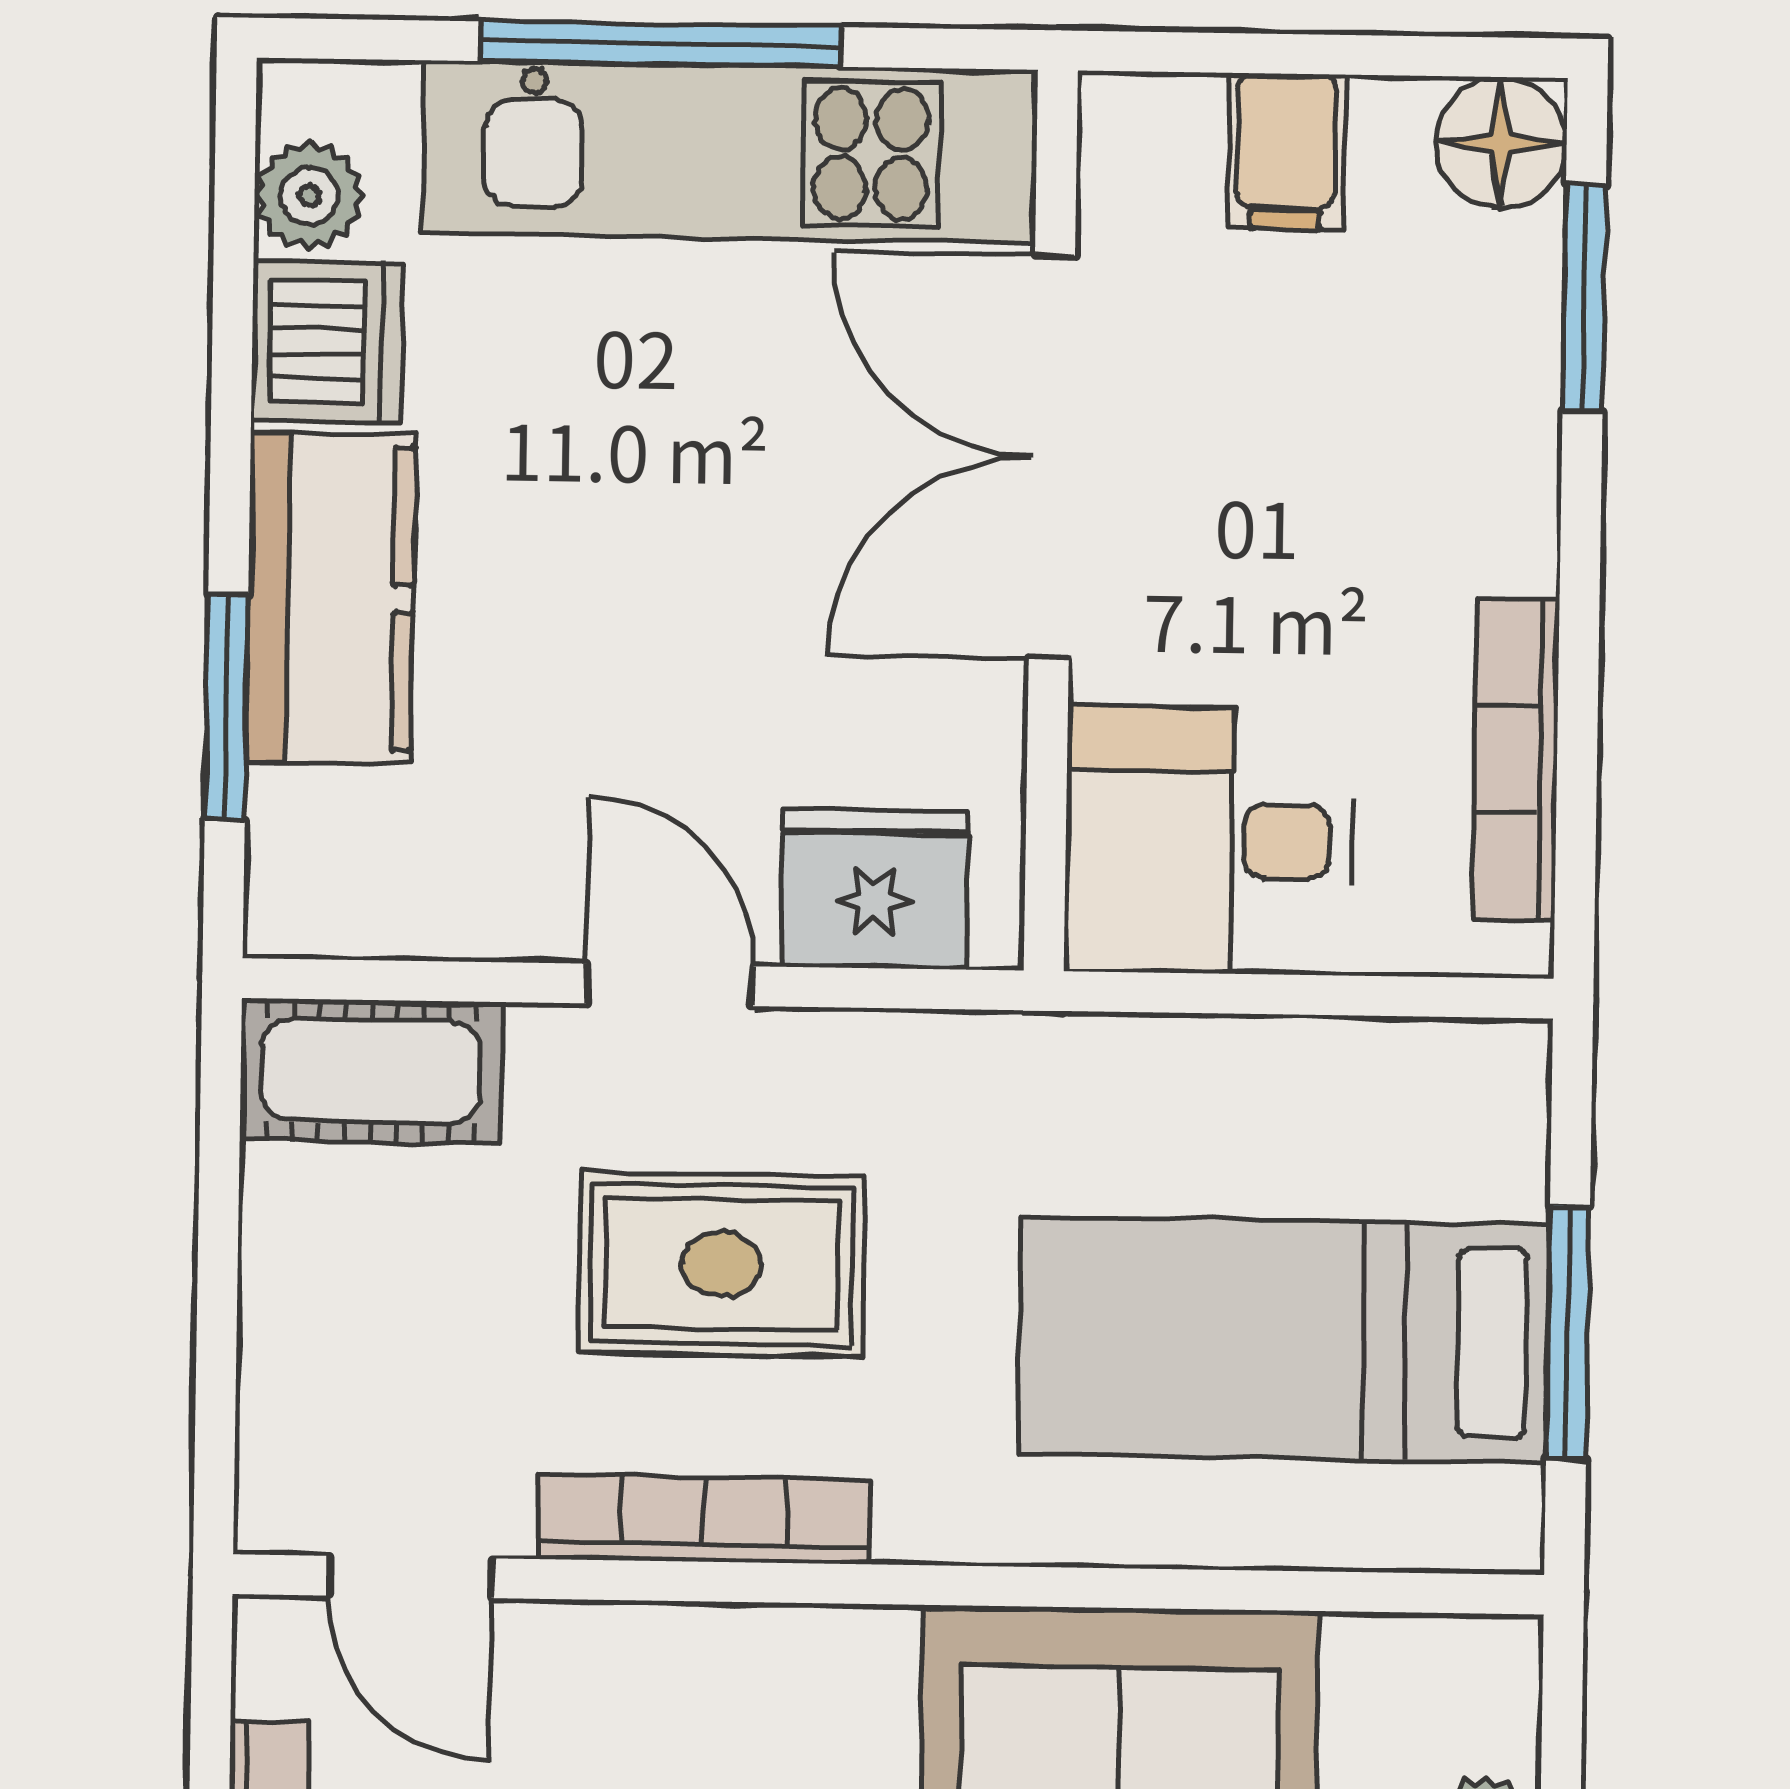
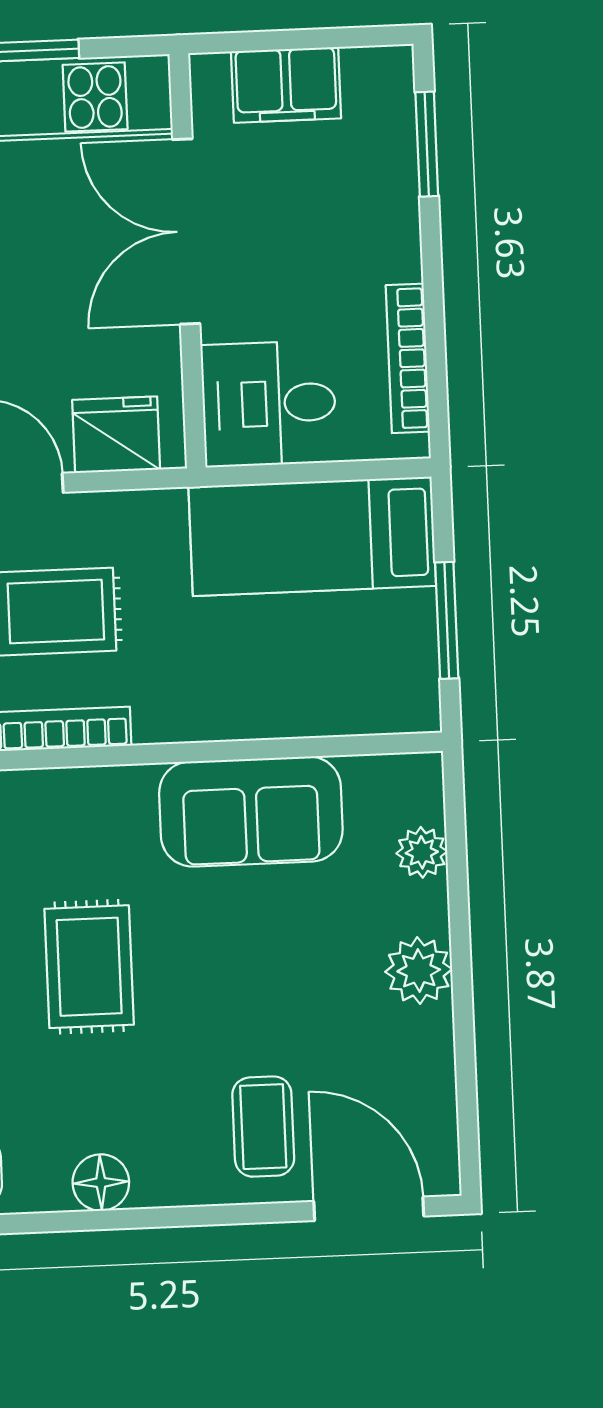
floor lamp: (1501, 143) -> (384, 75), removed
filing cabinet: (1286, 151) -> (286, 85), width x2.00
bed: (1284, 1339) -> (312, 536), moved

